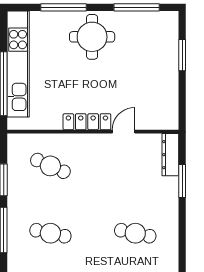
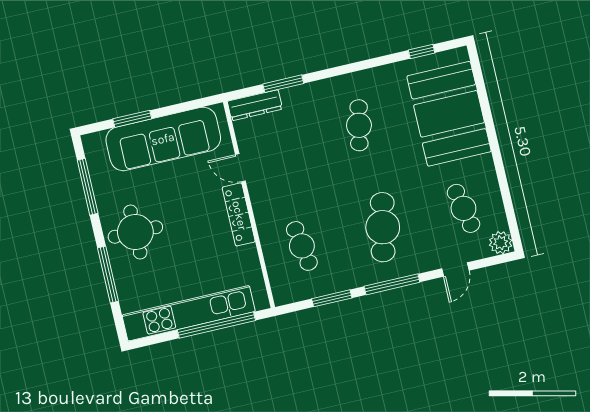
sofa: (160, 76) -> (163, 139), added
cafe table: (50, 166) -> (302, 246), turned -33
cafe table: (50, 233) -> (383, 227), width x1.37, depth x1.35

